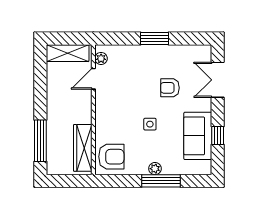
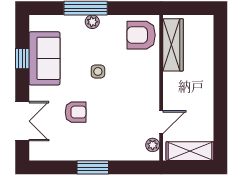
window: (40, 141) -> (220, 53), removed

